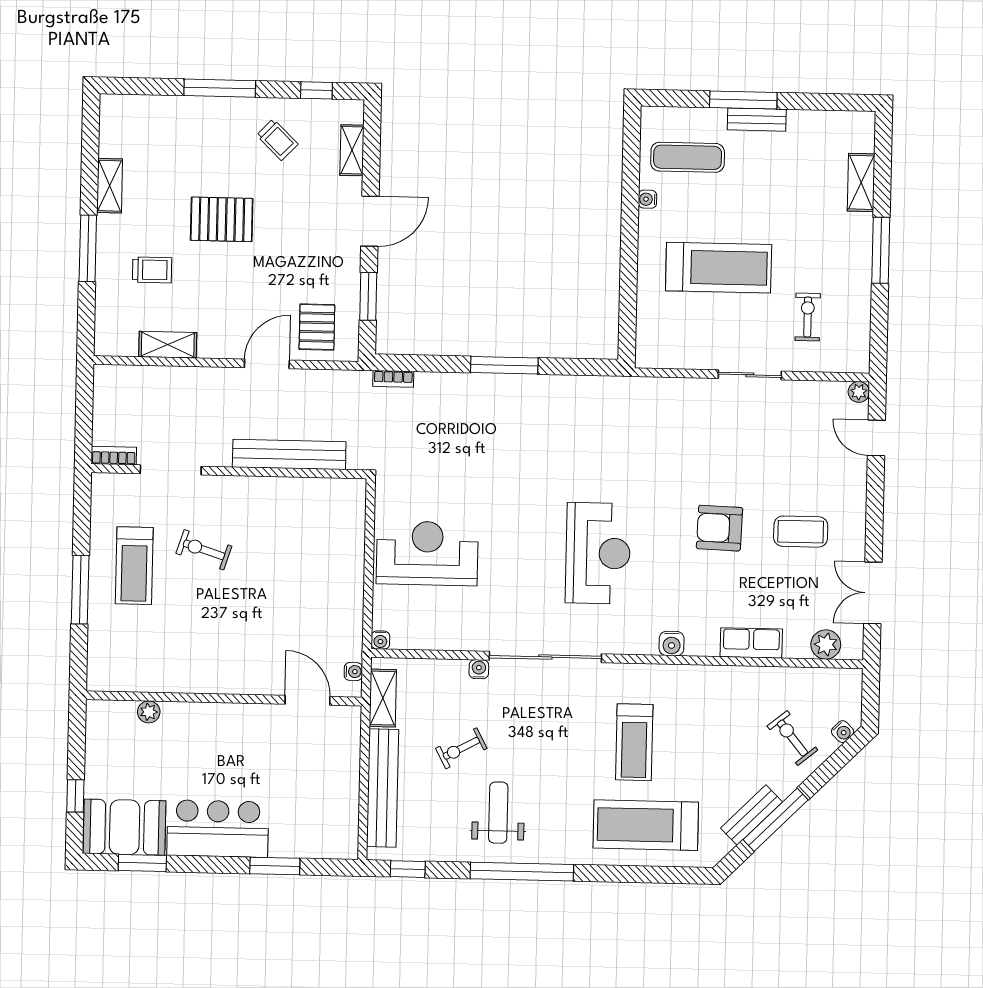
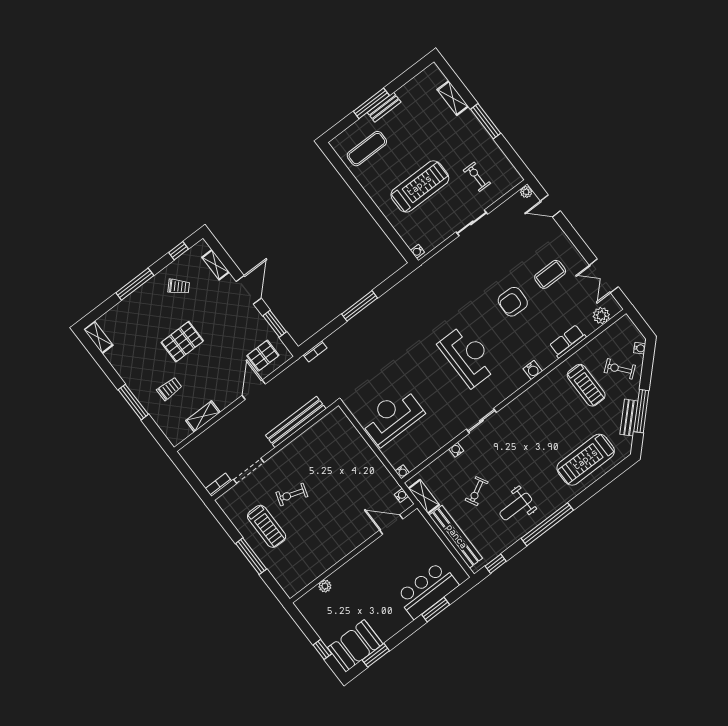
shelving: (110, 186) -> (98, 337), moved
water cooler: (647, 199) -> (417, 251), moved
pallet: (317, 327) -> (263, 356), turned 90
sliding door: (545, 657) -> (481, 421), width x0.54
treadmill: (634, 742) -> (586, 385), moved
weight bench: (498, 813) -> (516, 507), turned -90
bar counter: (218, 829) -> (427, 590), moved

